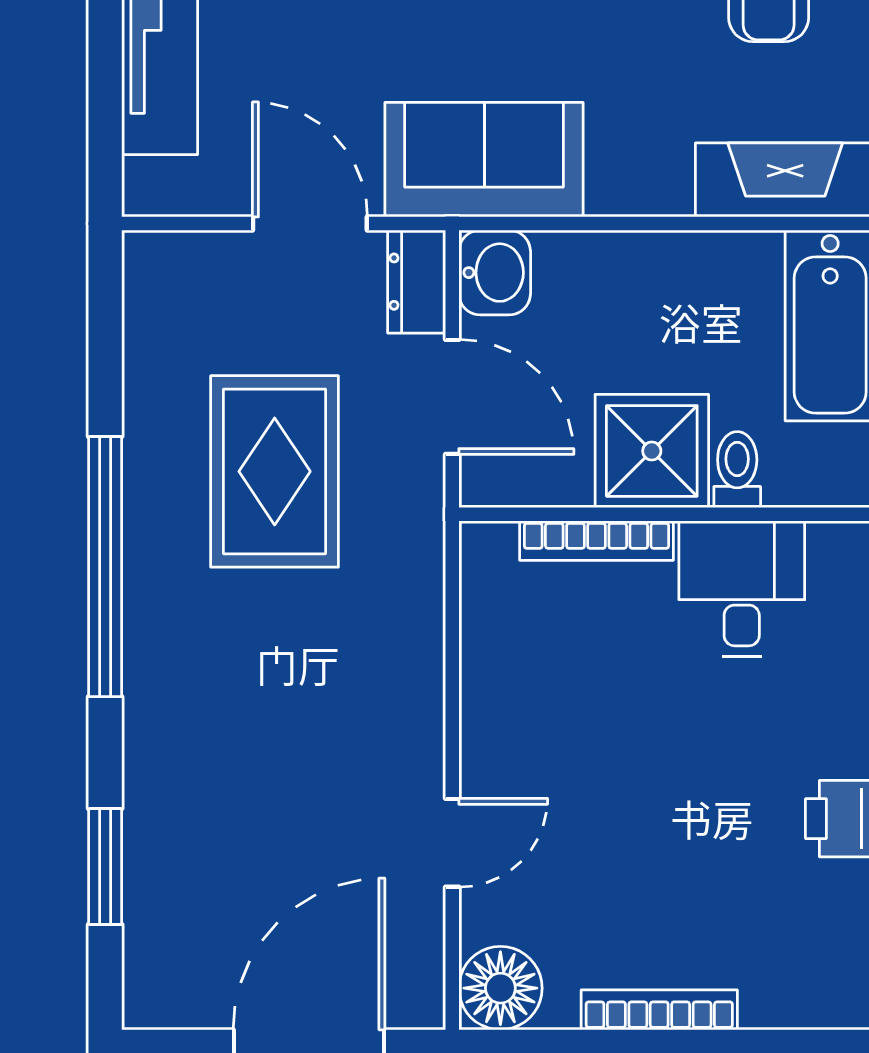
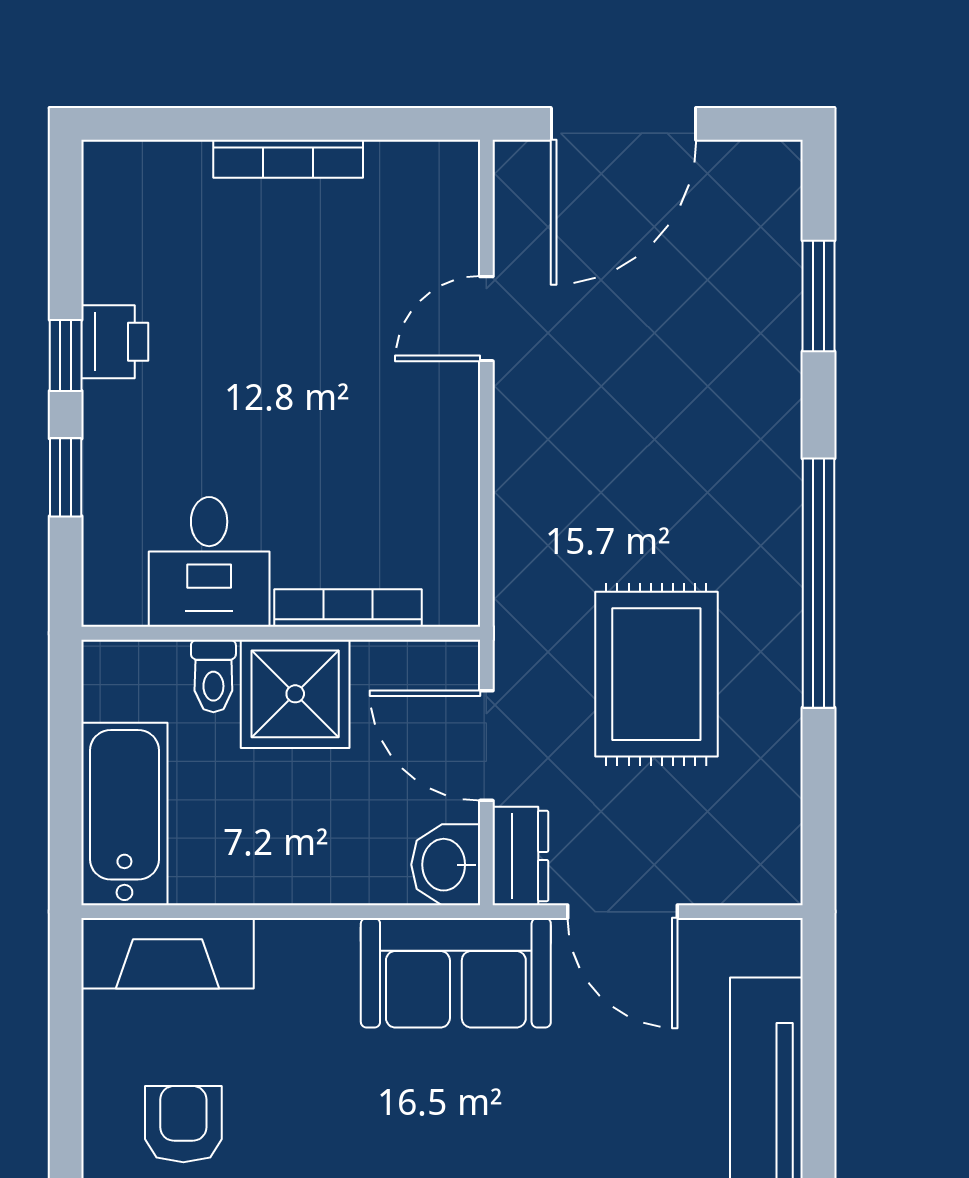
floor lamp: (500, 988) -> (440, 180), removed

